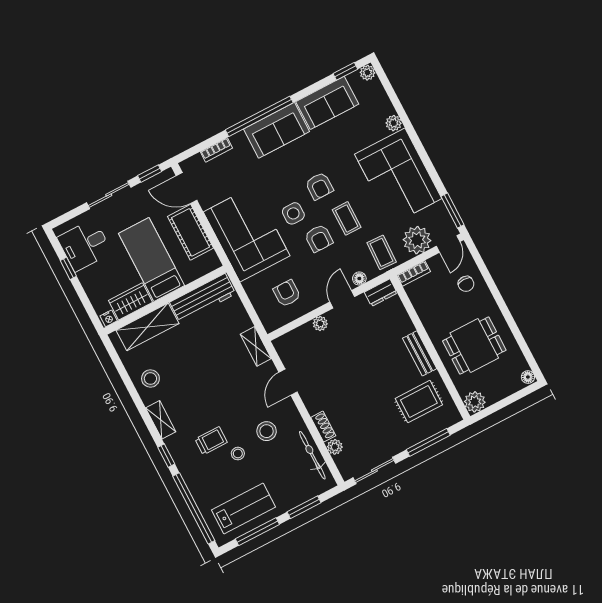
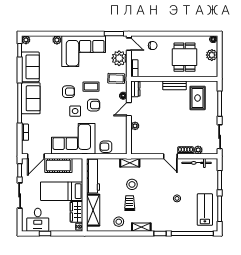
armchair: (287, 293) -> (106, 147), moved
door: (342, 299) -> (129, 109), hinge flipped
door: (288, 382) -> (170, 156), moved
plant: (475, 402) -> (212, 55), moved
stool: (267, 431) -> (132, 184), moved
trolley: (211, 441) -> (130, 203), moved

